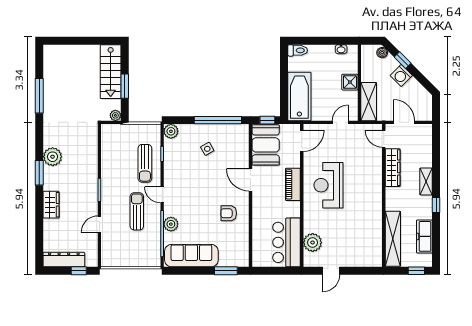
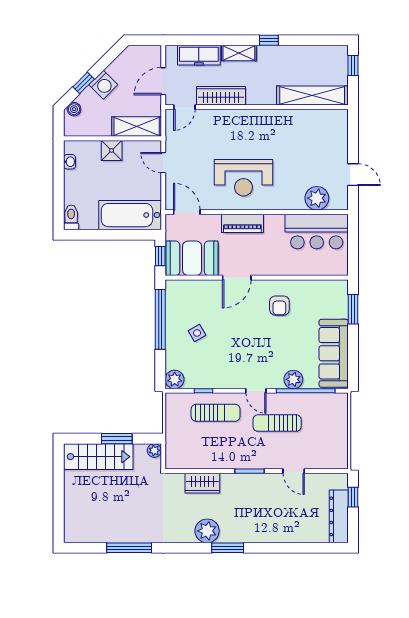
door: (162, 195) -> (256, 391), hinge flipped
wardrobe: (51, 205) -> (202, 483), moved, turned 180
freezer: (424, 236) -> (199, 55), moved

